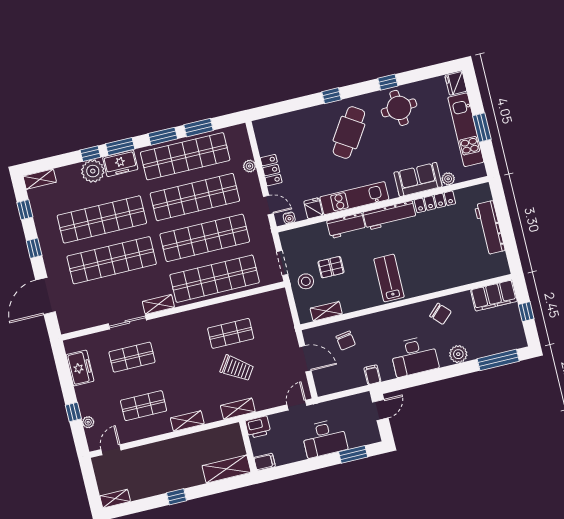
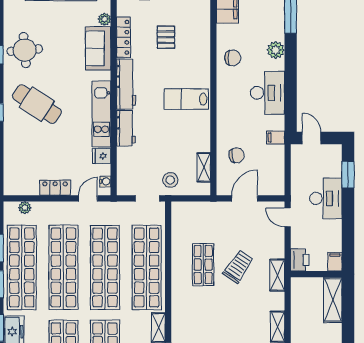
plant: (250, 166) -> (25, 208), moved
pallet: (331, 267) -> (166, 37), moved
chair: (440, 314) -> (233, 58), turned 44

